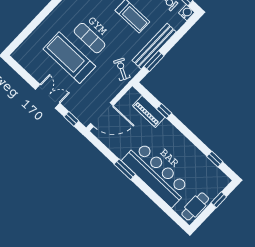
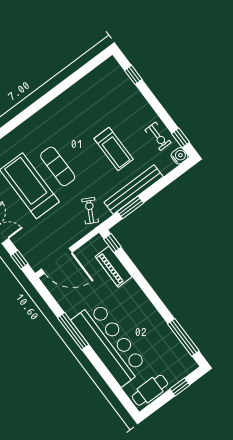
window: (164, 111) -> (112, 243), moved
window: (215, 159) -> (183, 337), width x2.17
window: (125, 169) -> (73, 331), width x1.44

